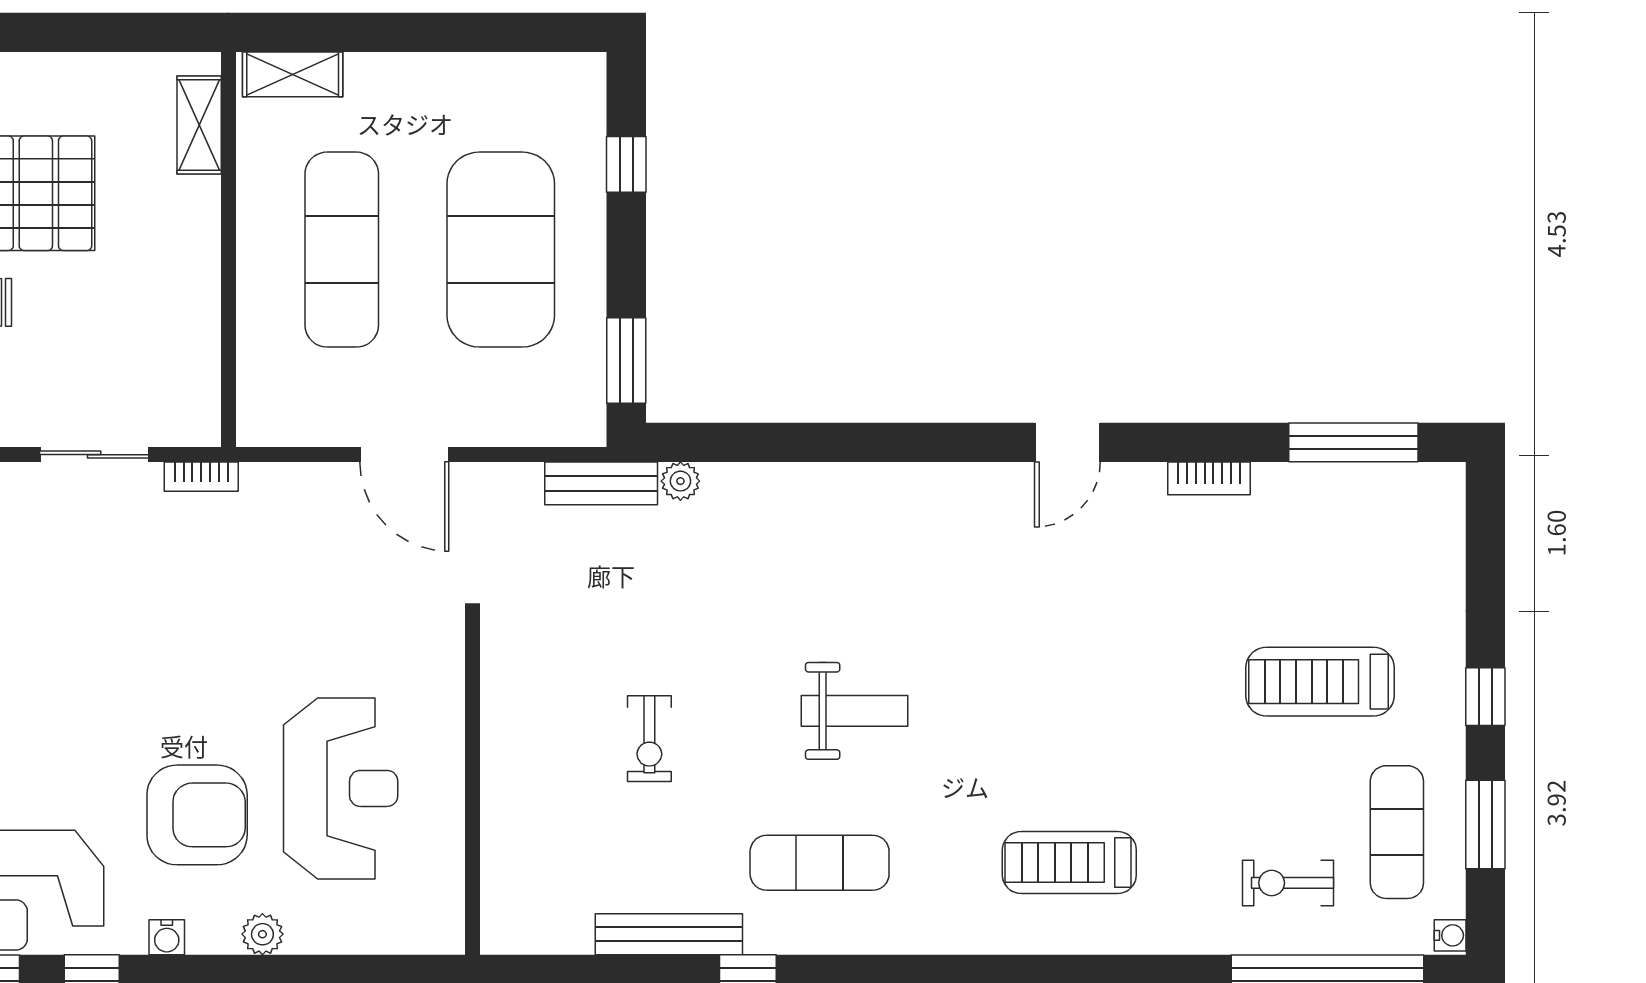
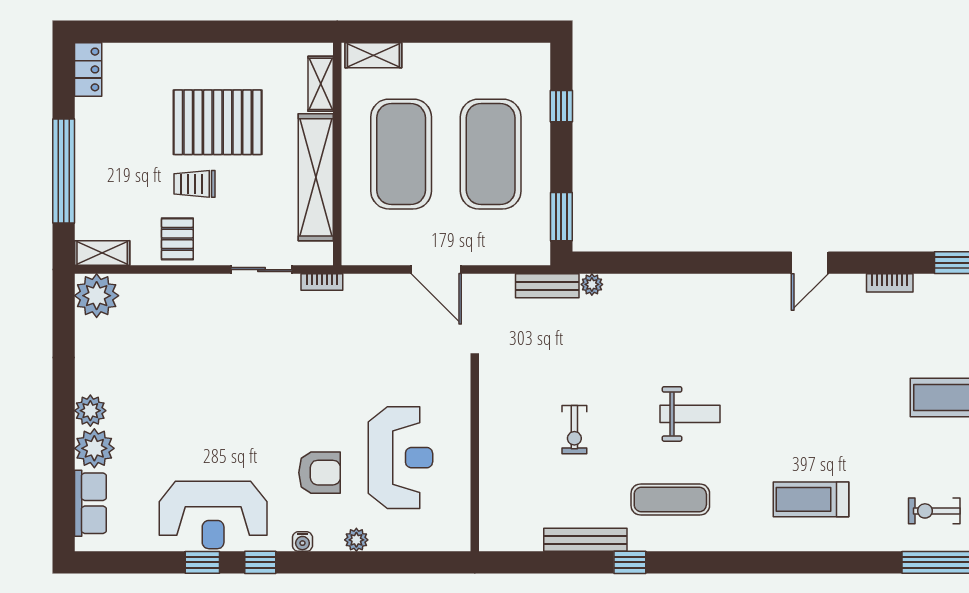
exercise mat: (342, 250) -> (401, 154), width x1.47
shelving: (190, 291) -> (316, 177), added
armchair: (197, 815) -> (320, 473), width x0.73, depth x0.73

